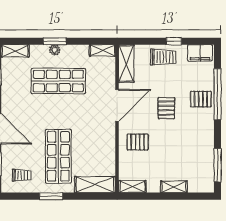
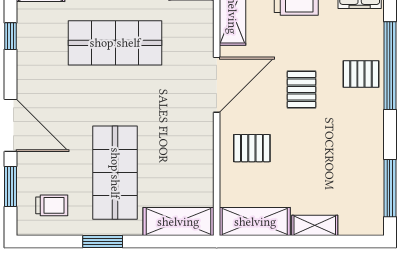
shelving: (132, 187) -> (255, 222), width x1.50, depth x1.33

